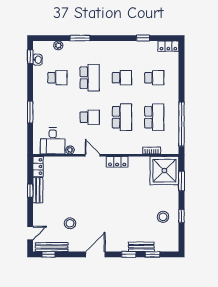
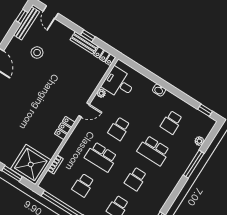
window: (80, 38) -> (194, 164), width x1.44
washbasin: (37, 60) -> (159, 90), moved
window: (30, 112) -> (157, 79), removed
school desk: (154, 117) -> (83, 185), width x0.54

